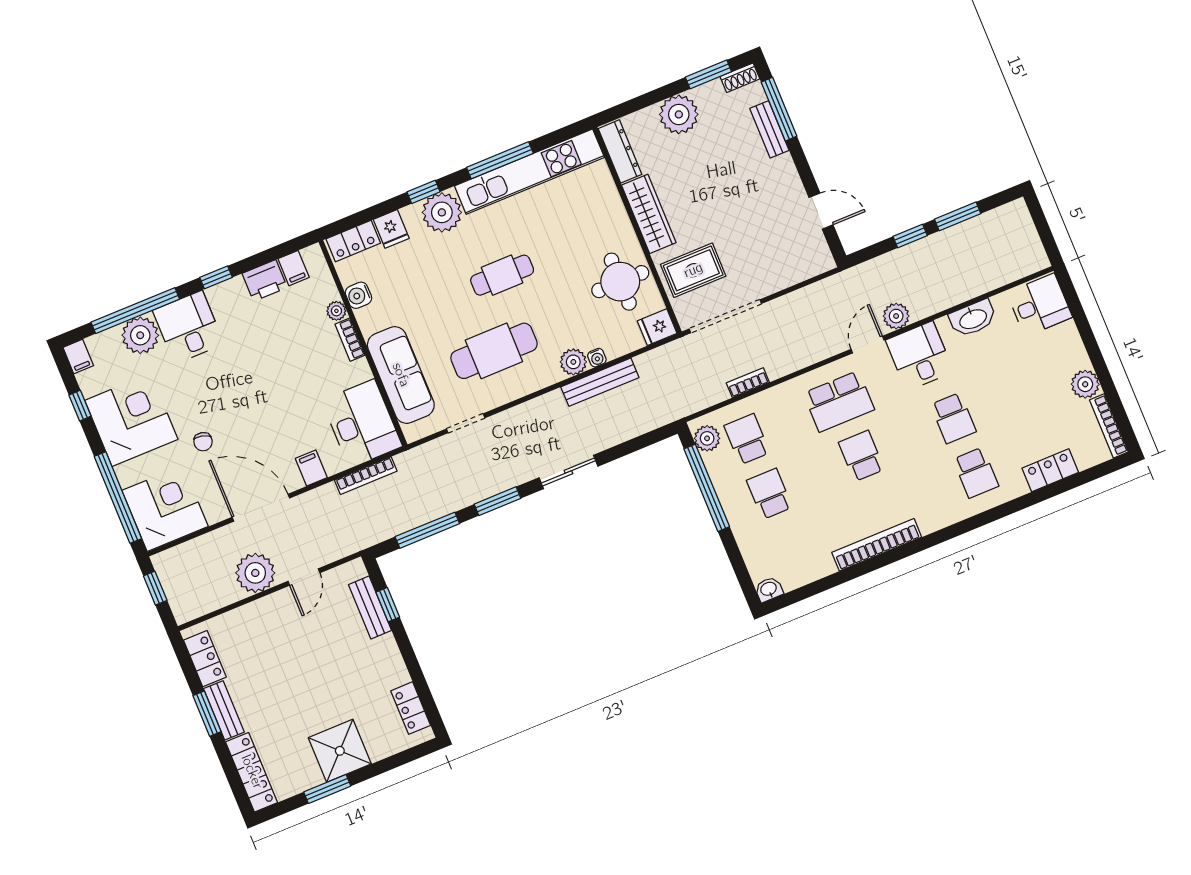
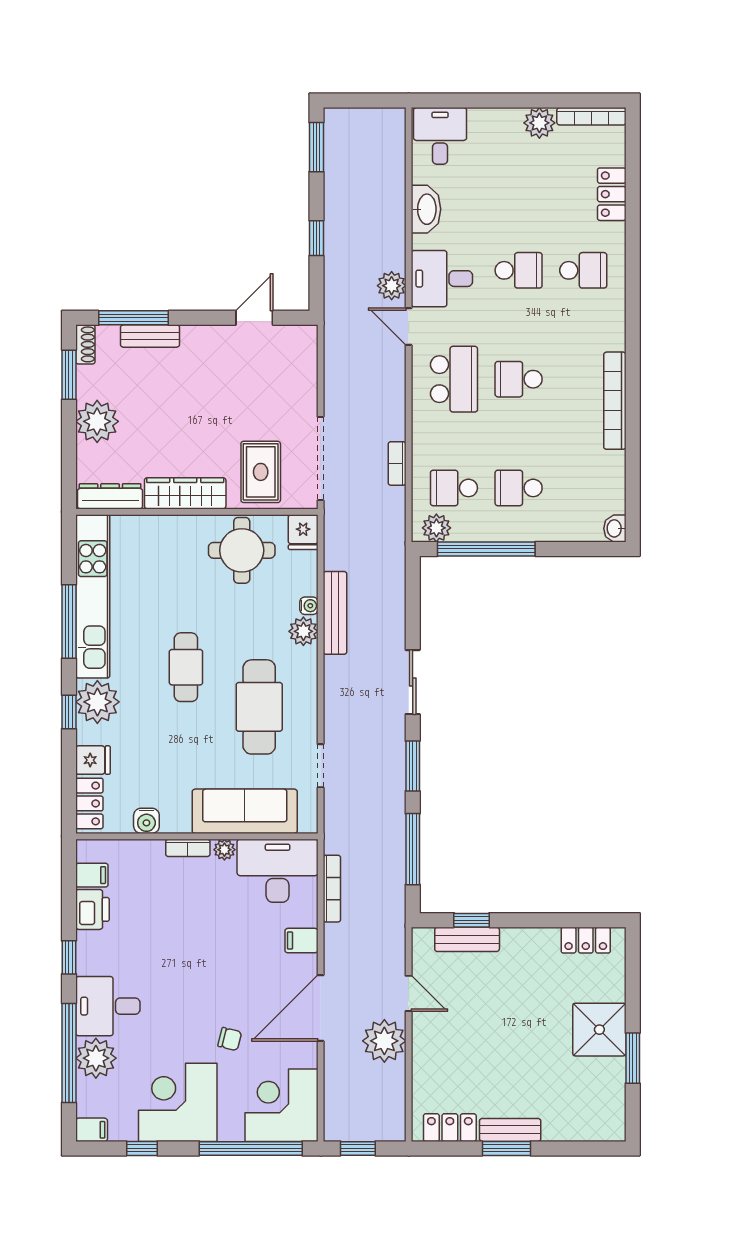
window: (958, 216) -> (316, 147), moved
plant: (336, 311) -> (224, 850), moved
locker: (252, 772) -> (584, 1128), removed

